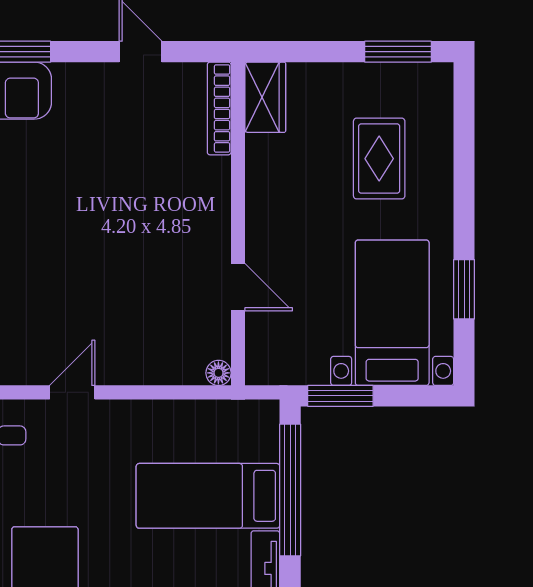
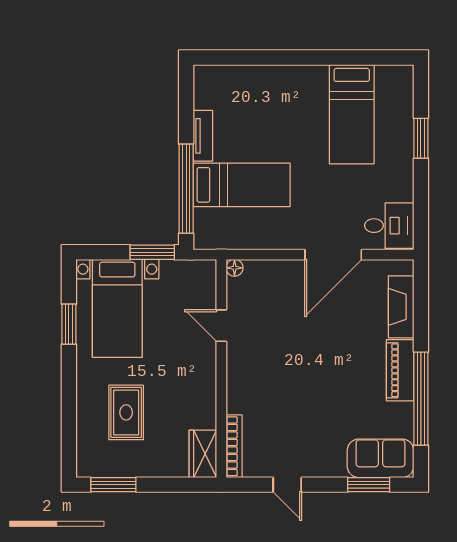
door: (72, 392) -> (333, 255), width x1.87

